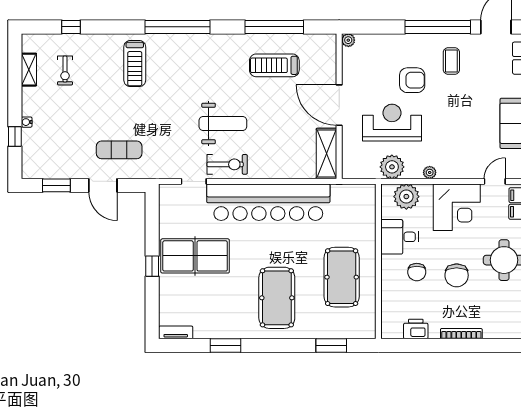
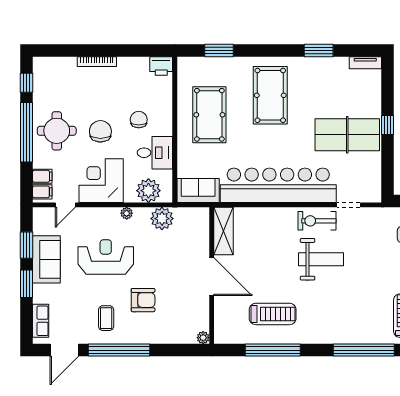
armchair: (412, 80) -> (143, 300), turned 180
weight bench: (223, 123) -> (321, 259), turned 180
reception desk: (392, 123) -> (106, 257), moved, turned 180
sofa: (354, 197) -> (198, 190), added
chair: (457, 275) -> (100, 131), moved
printer: (416, 329) -> (161, 66), moved

